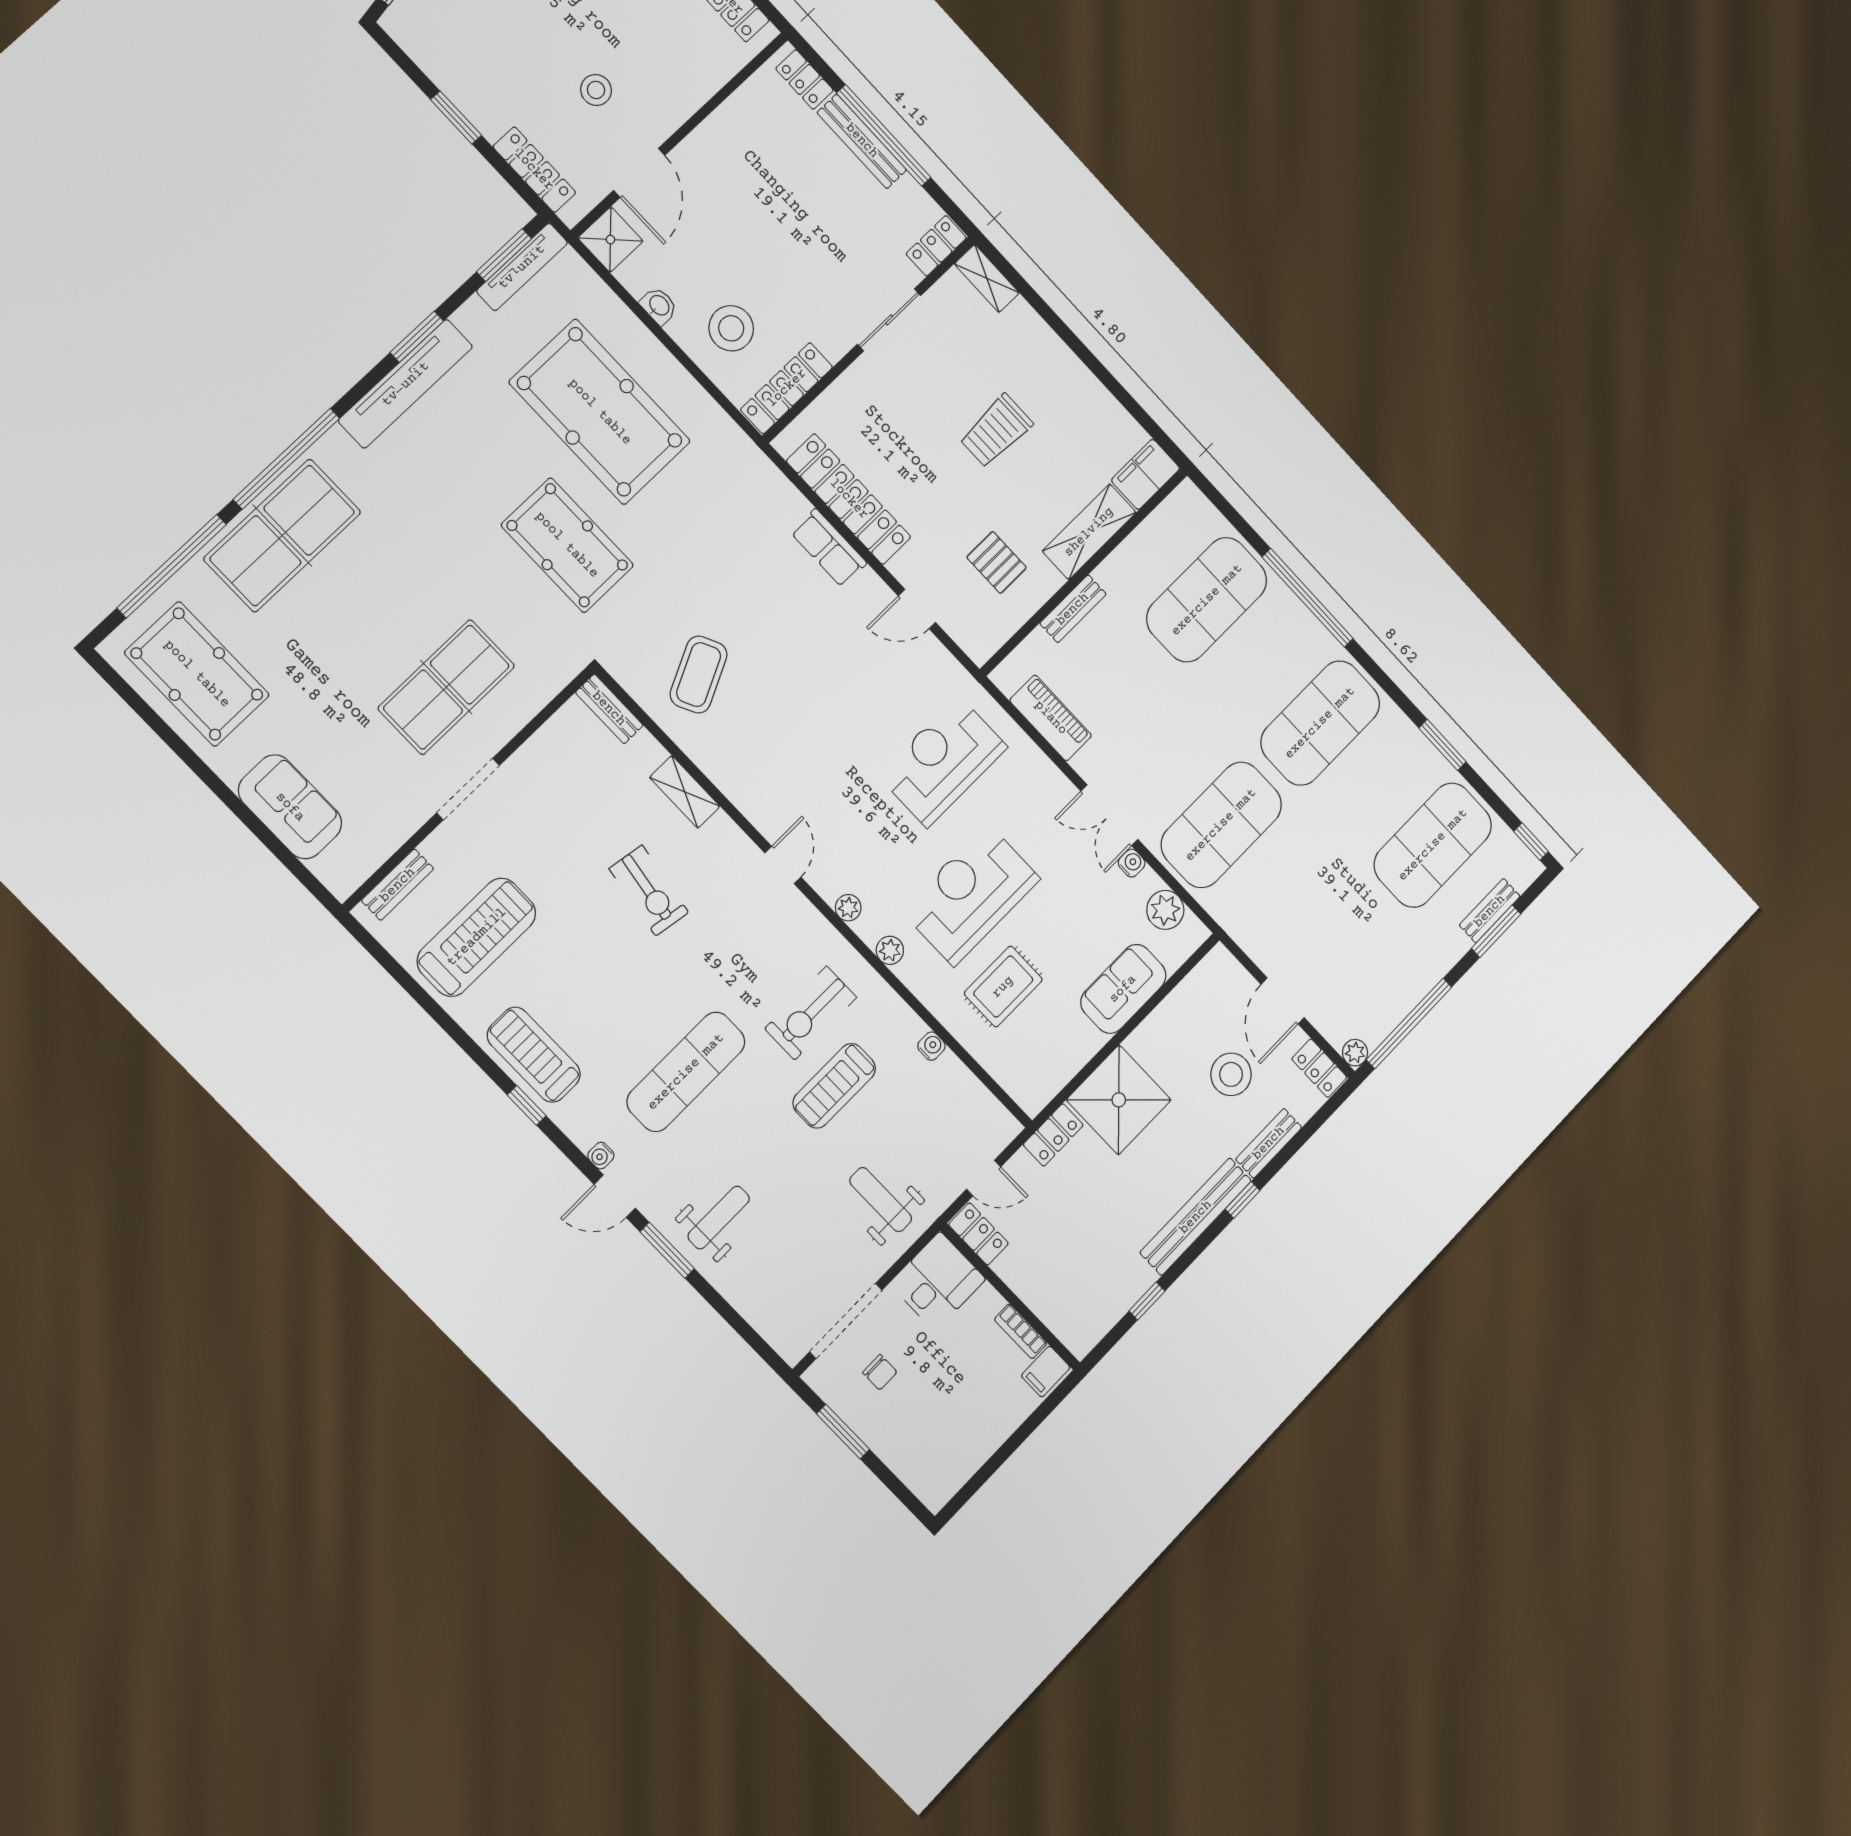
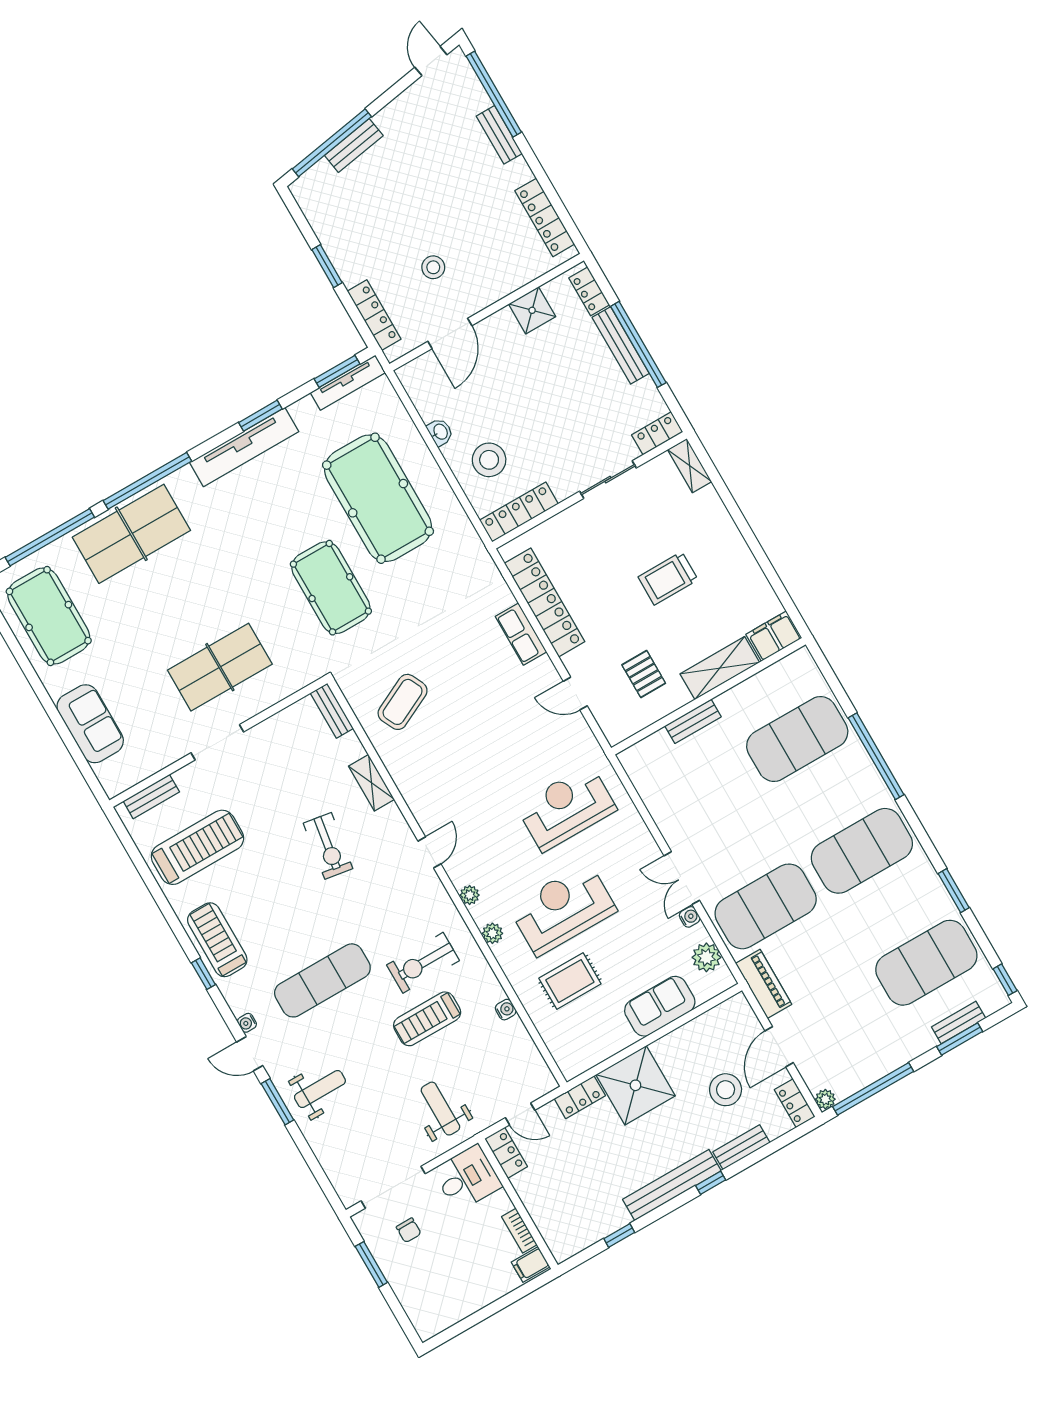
shower: (610, 240) -> (532, 310), moved
piano: (1051, 718) -> (764, 984), moved

